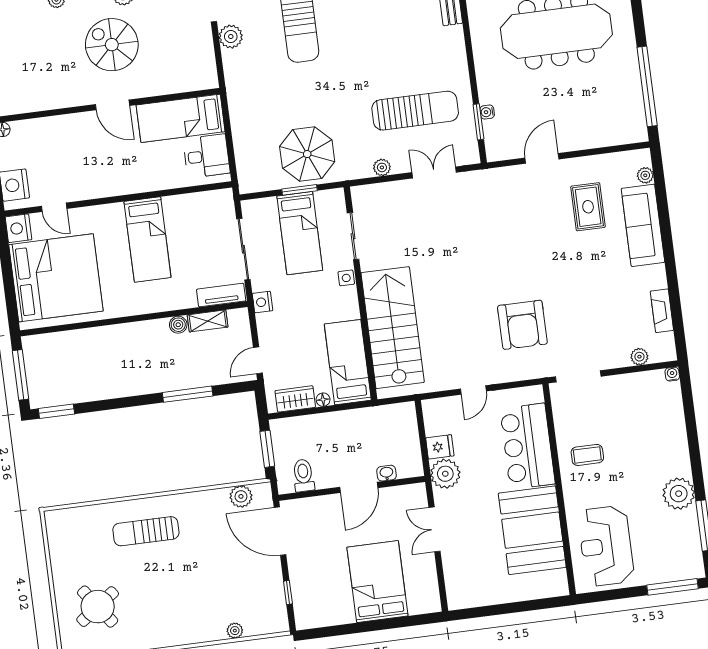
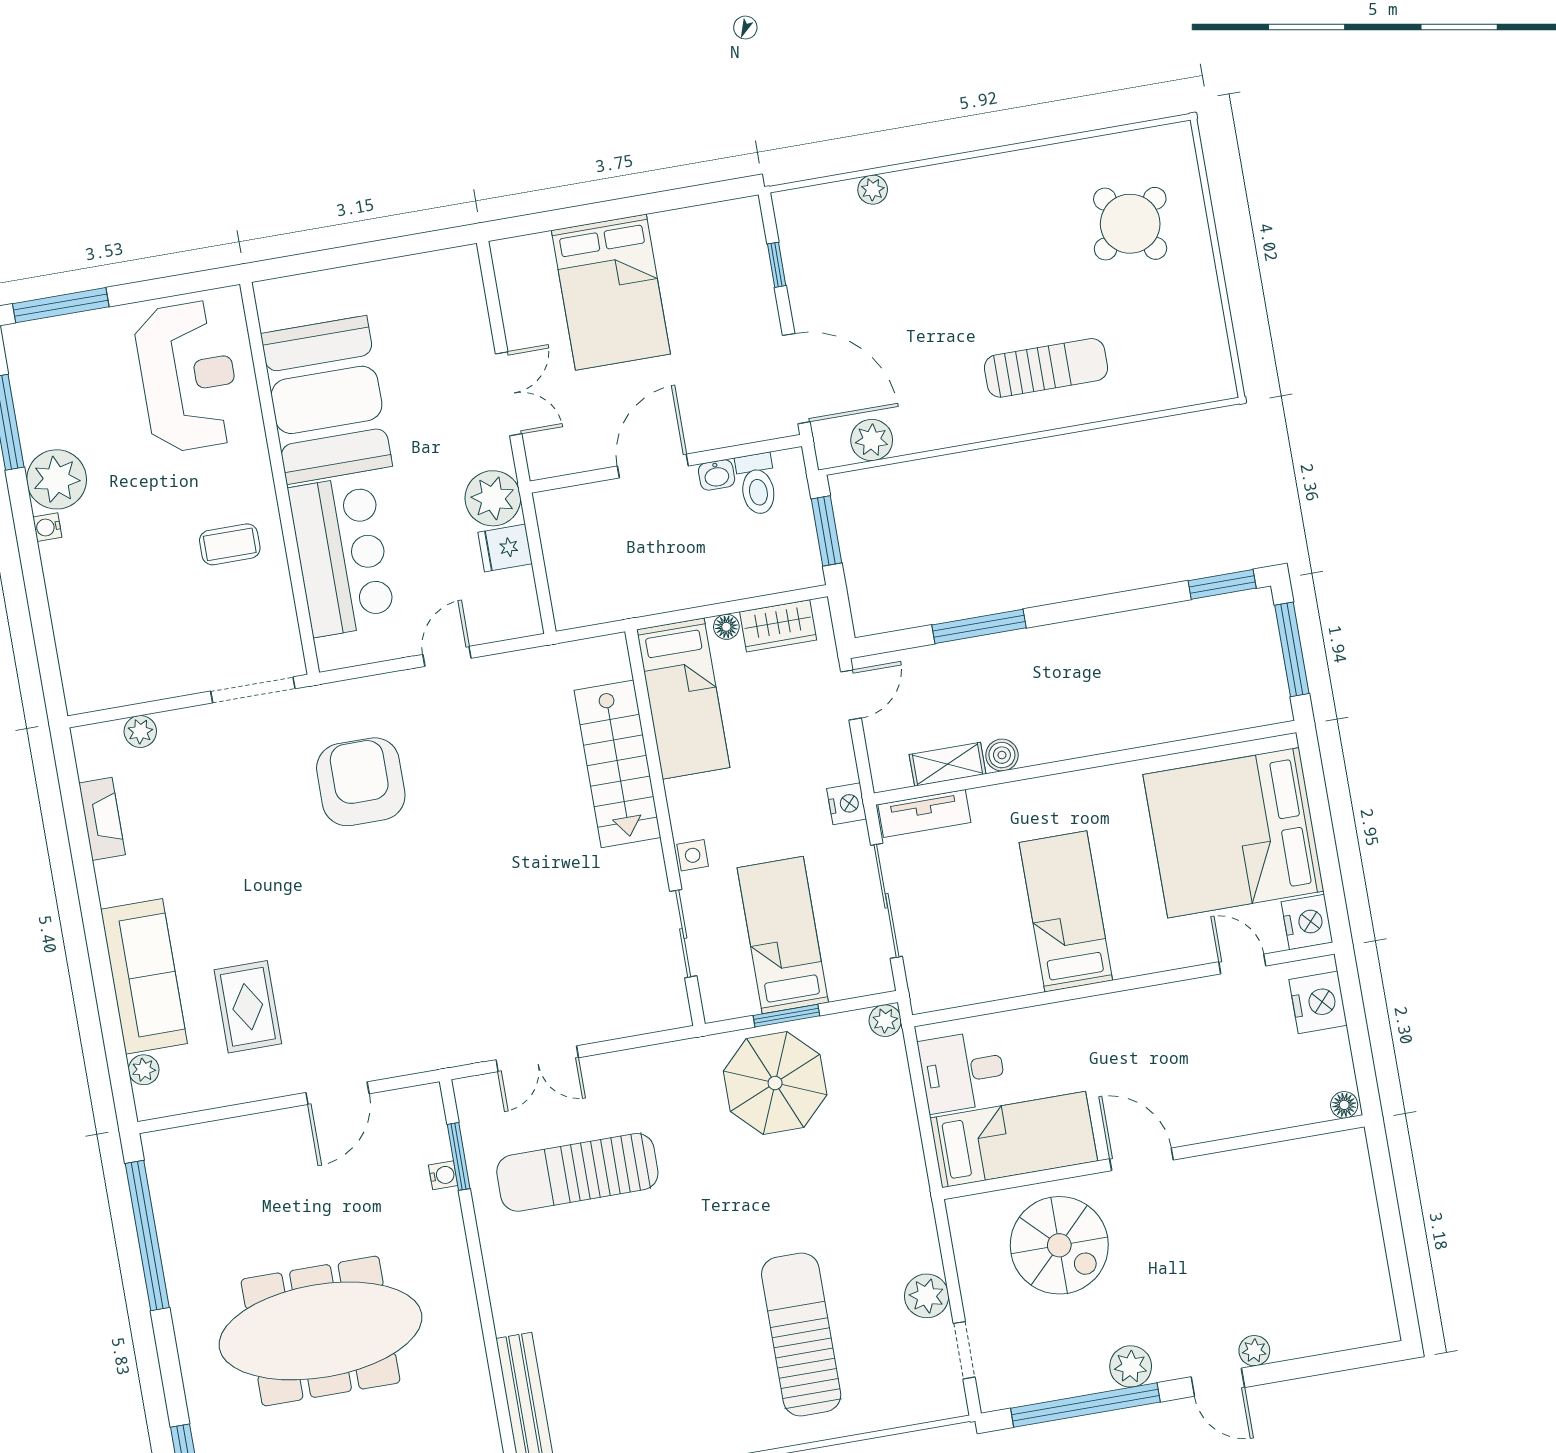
spiral stairs: (112, 45) -> (1059, 1245), moved
plant: (382, 167) -> (885, 1021), moved
stairs: (393, 328) -> (617, 764), width x0.73, depth x0.66
water cooler: (672, 374) -> (47, 527), moved, turned 90
washbasin: (387, 473) -> (717, 475), moved

